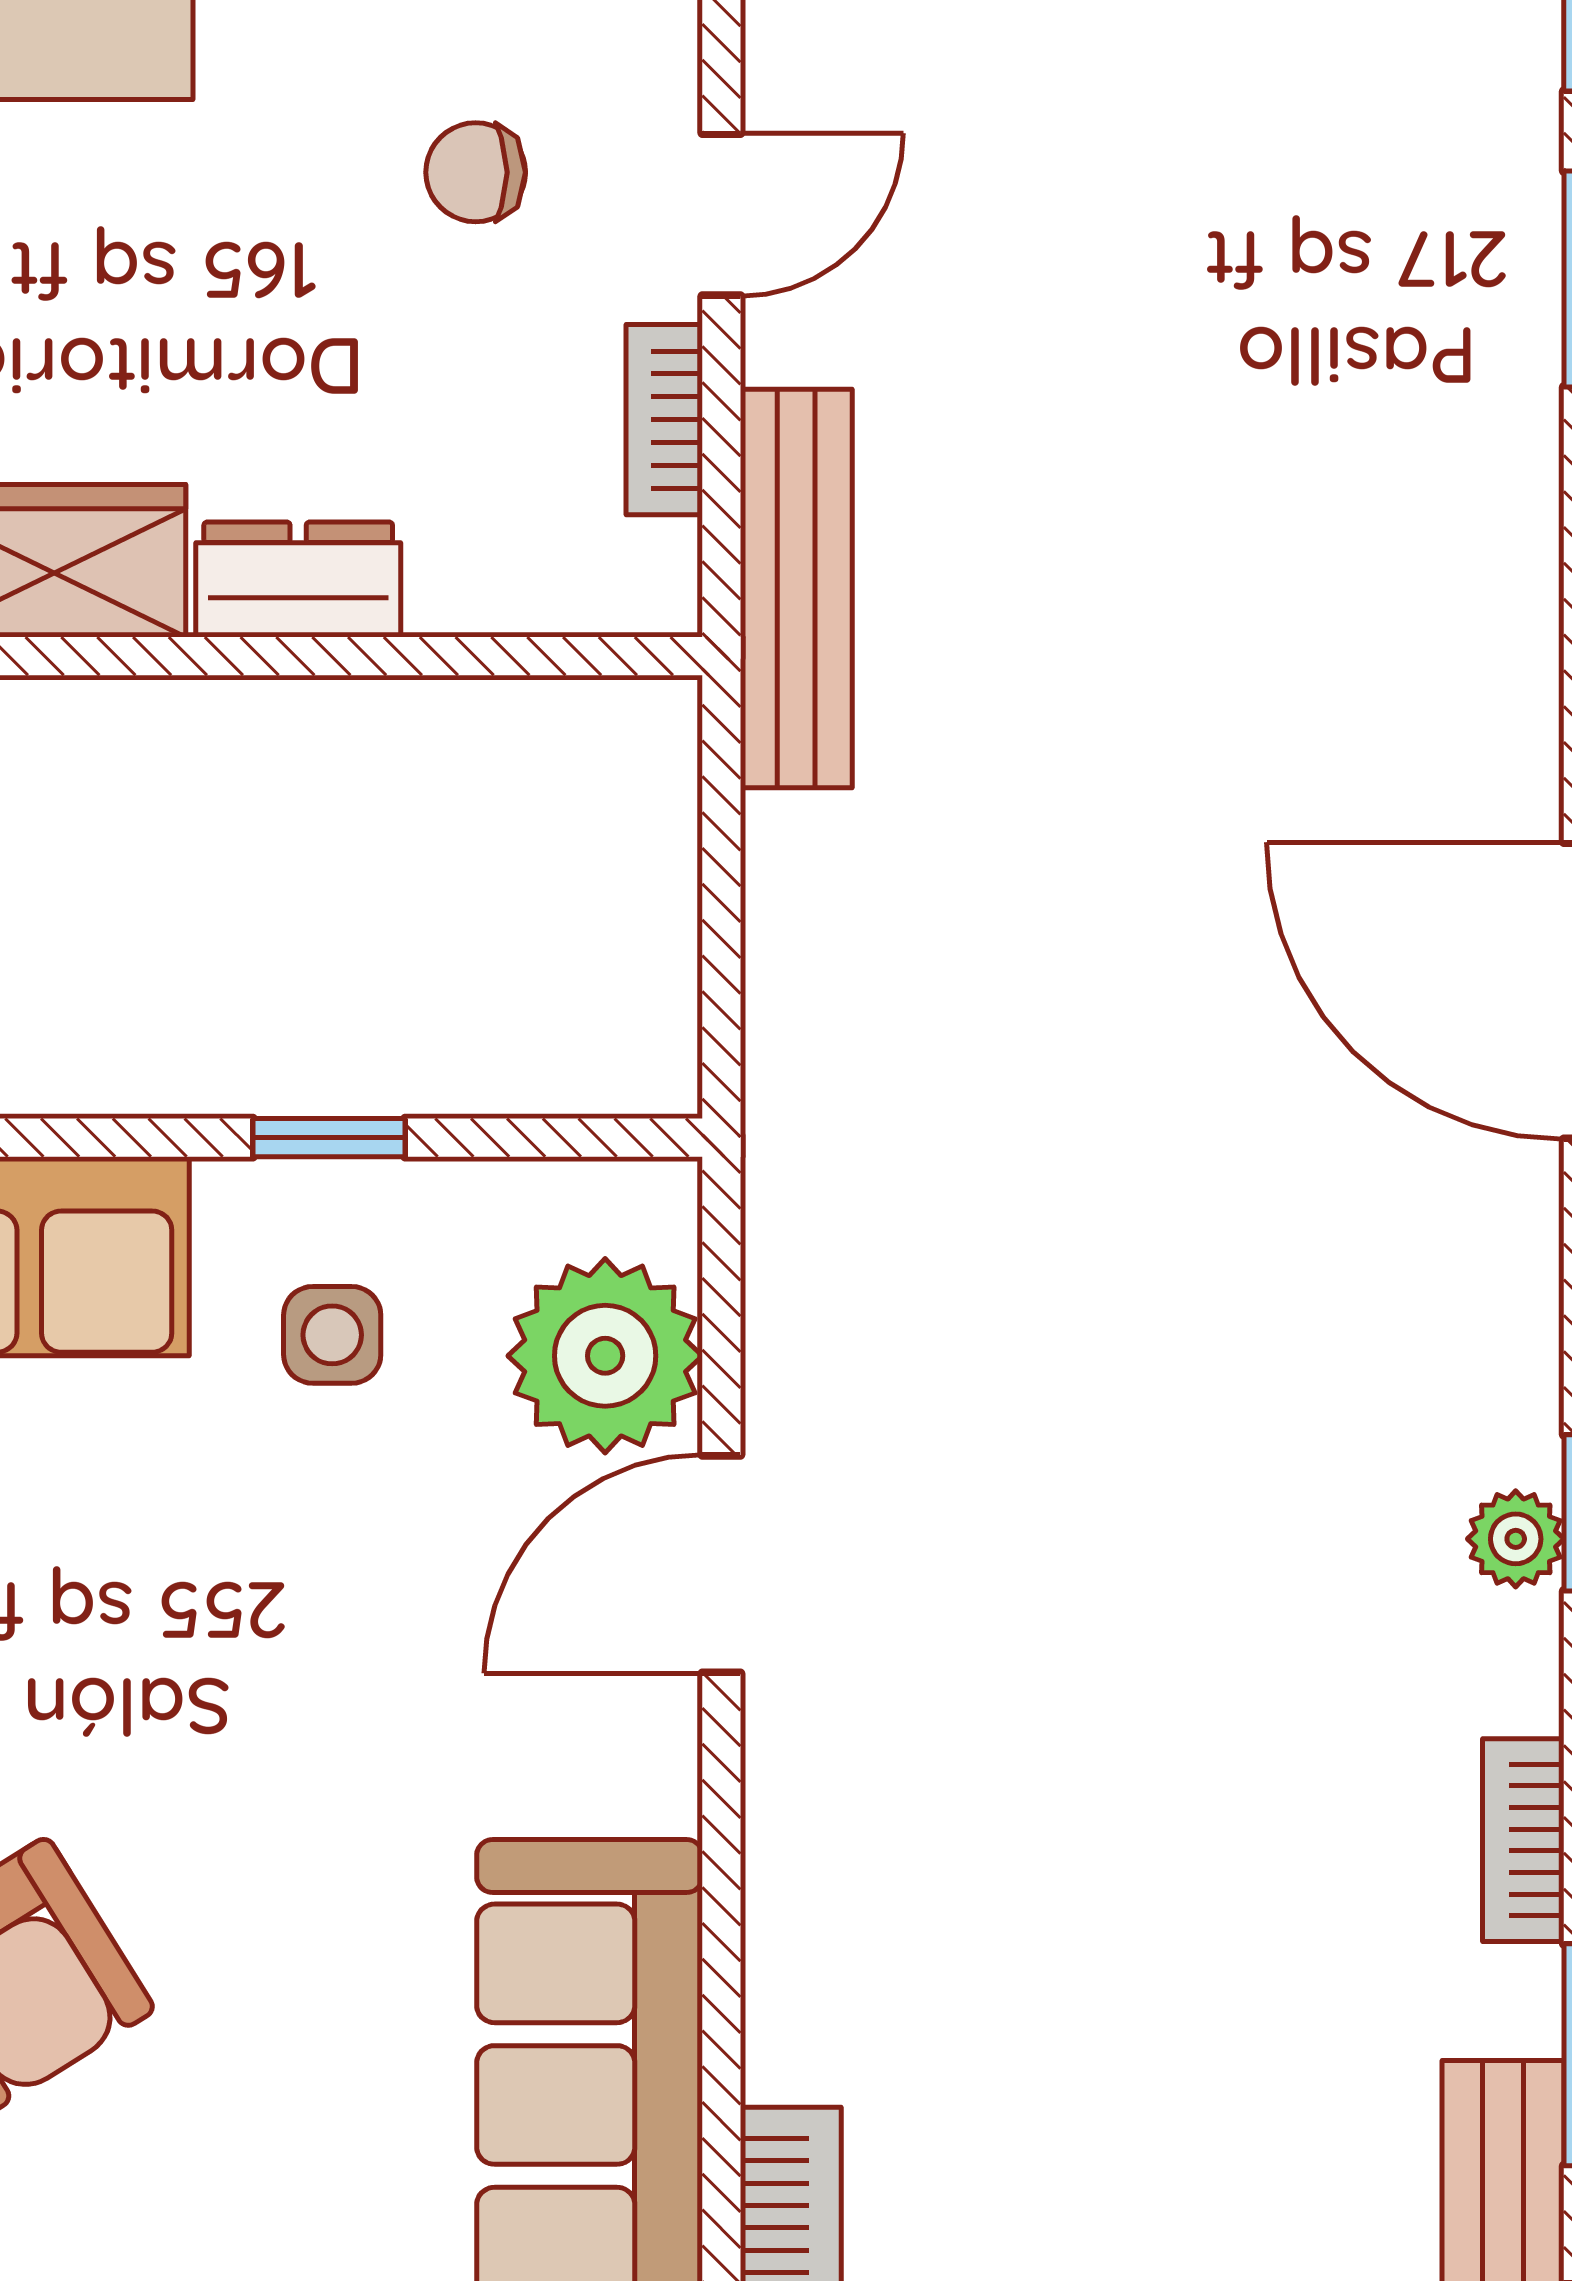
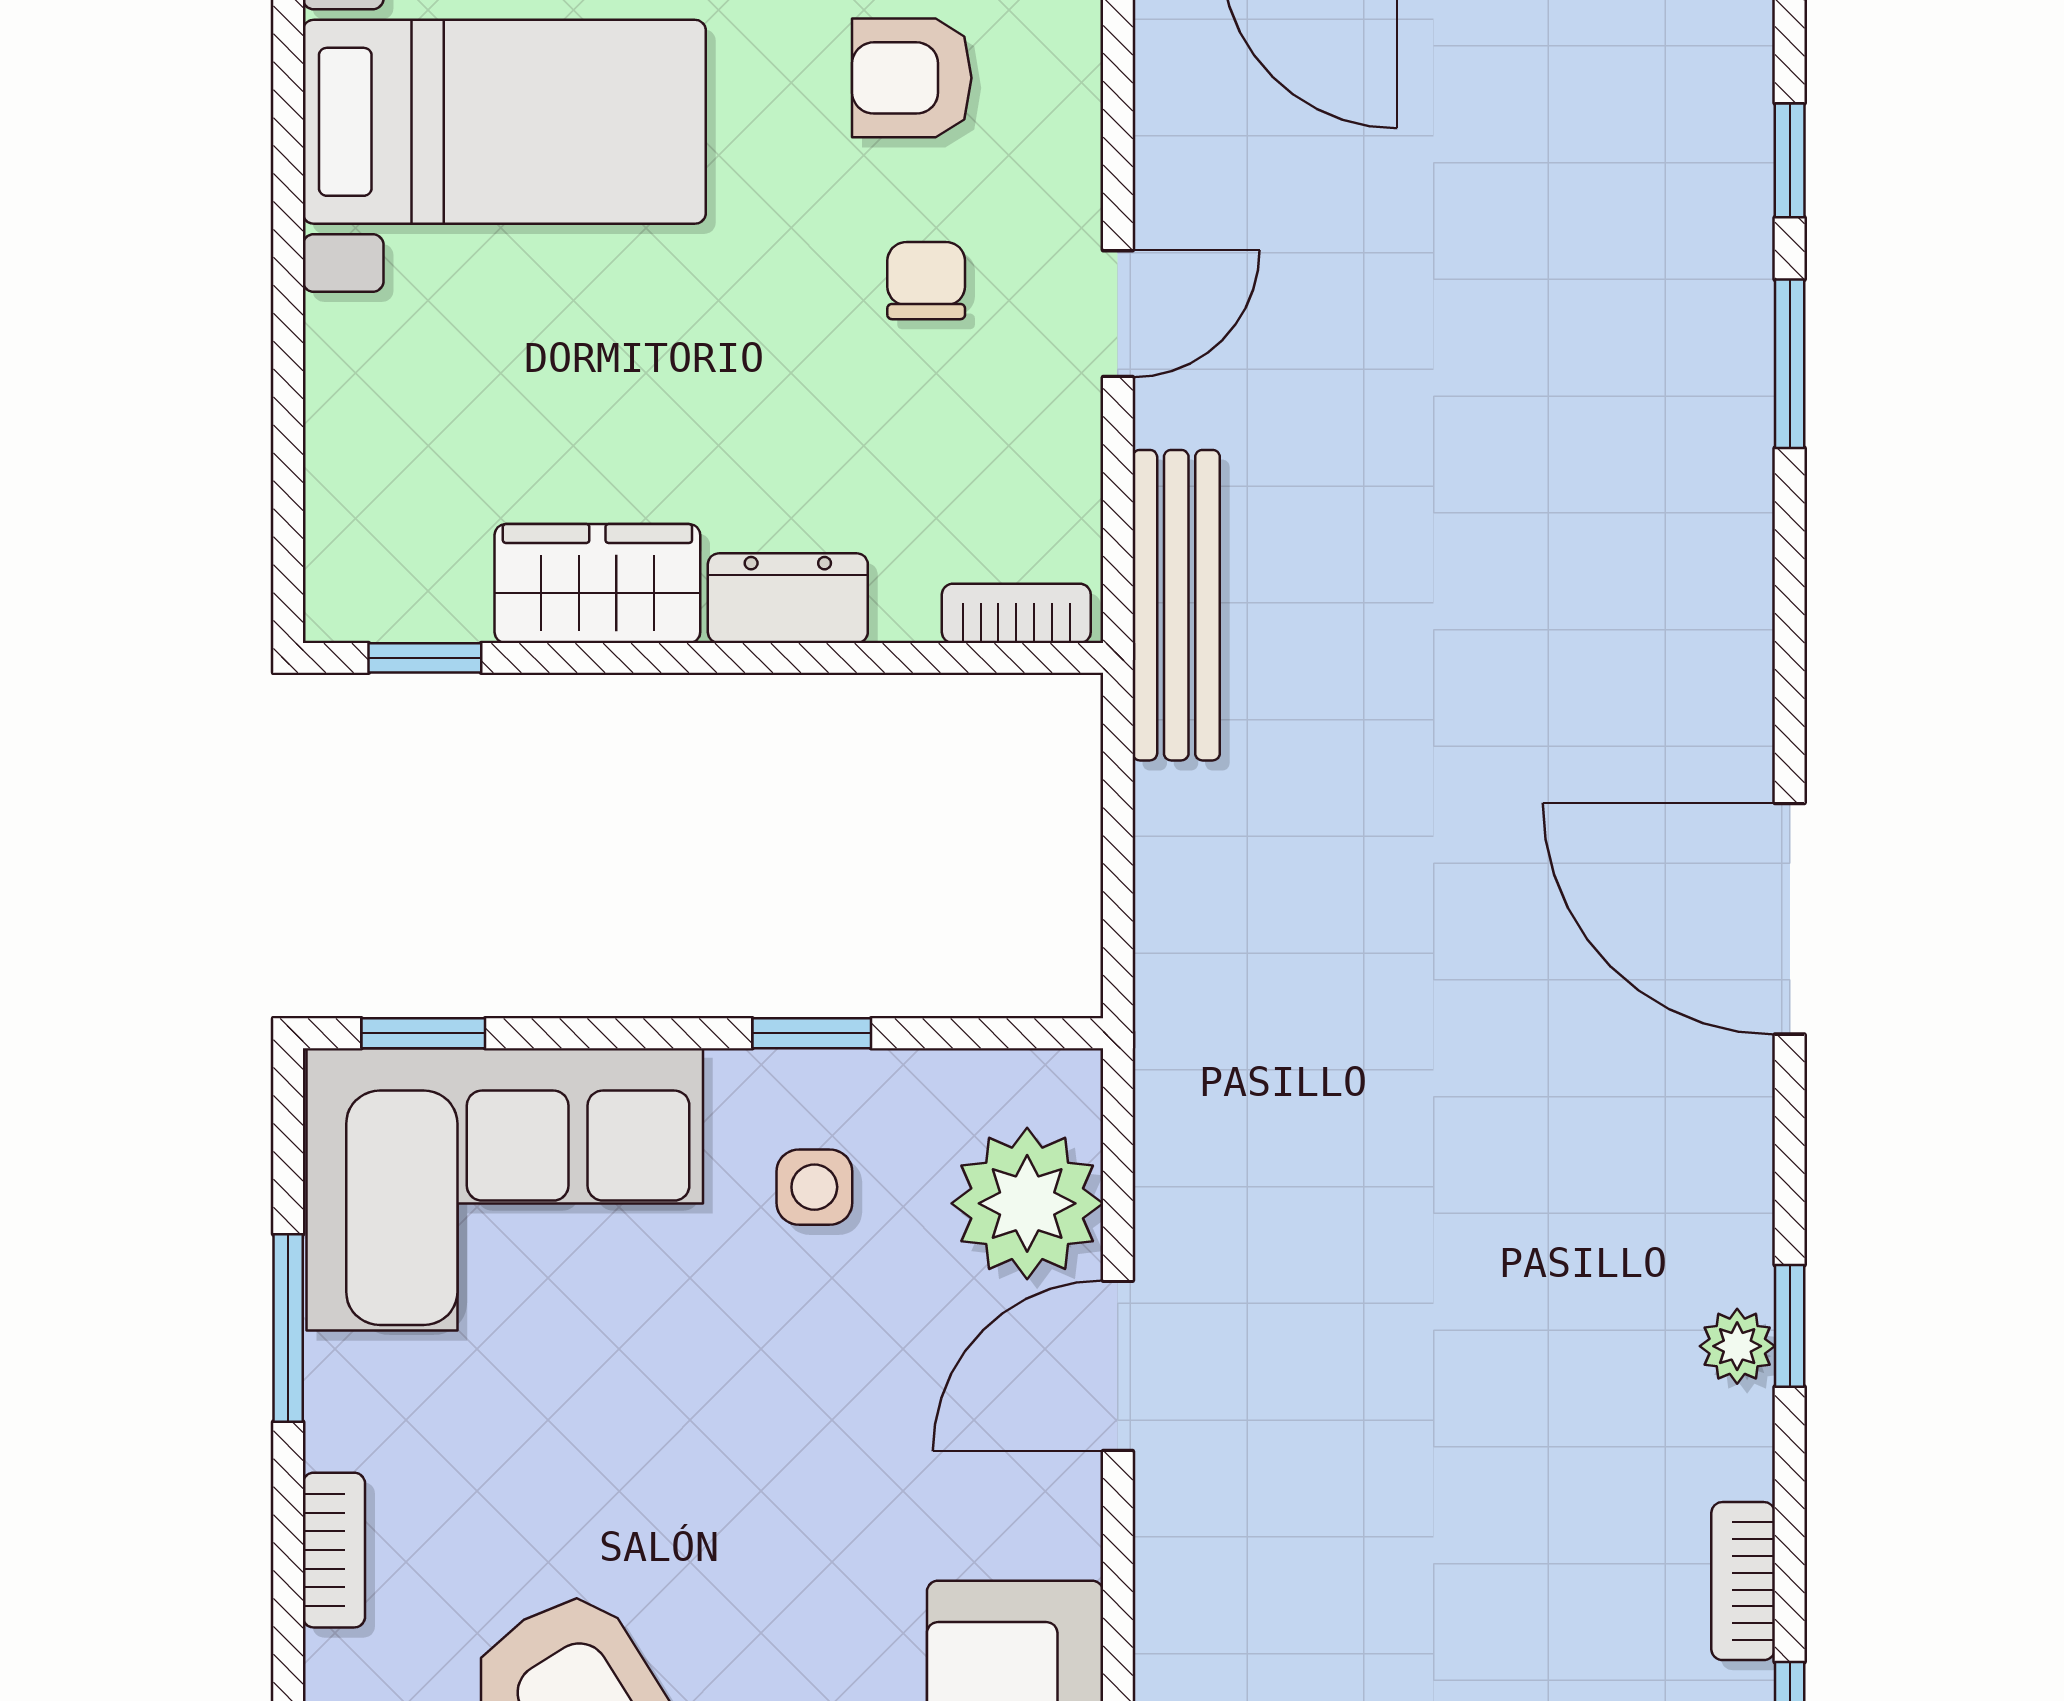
chair: (476, 172) -> (926, 281), turned 90
bookcase: (664, 420) -> (1016, 613), moved, turned 90

